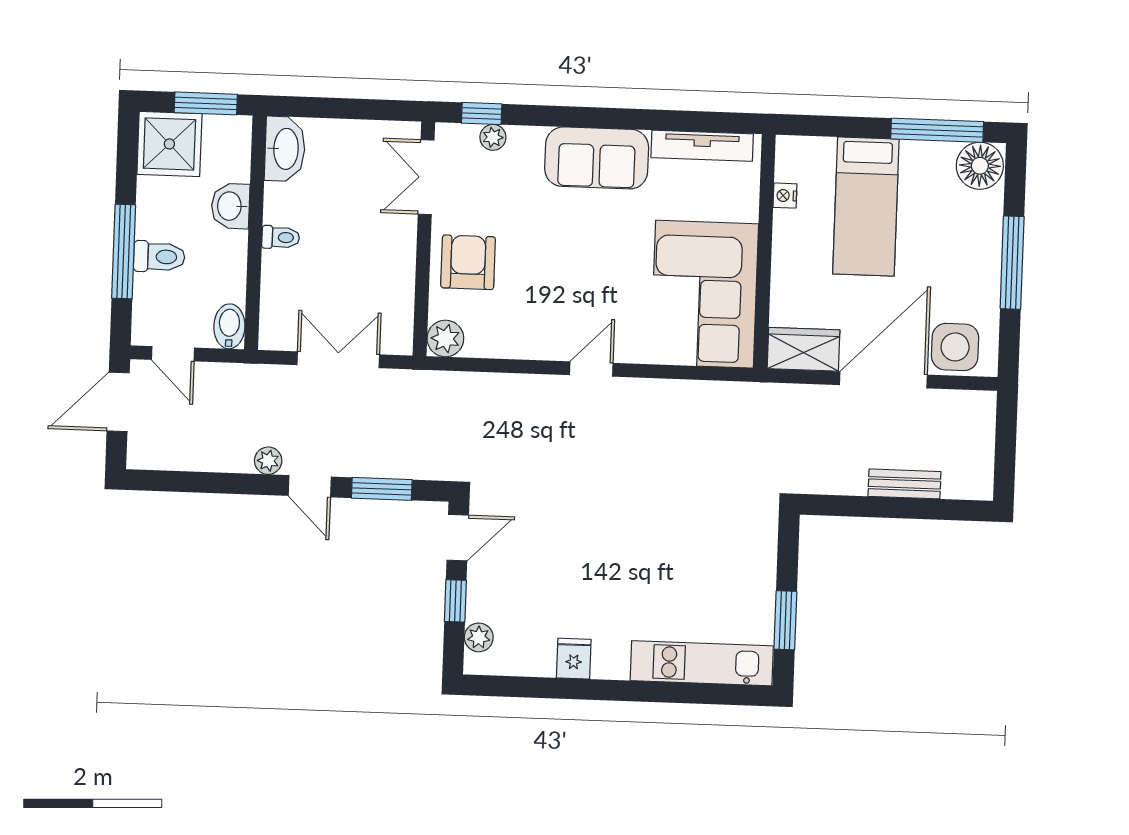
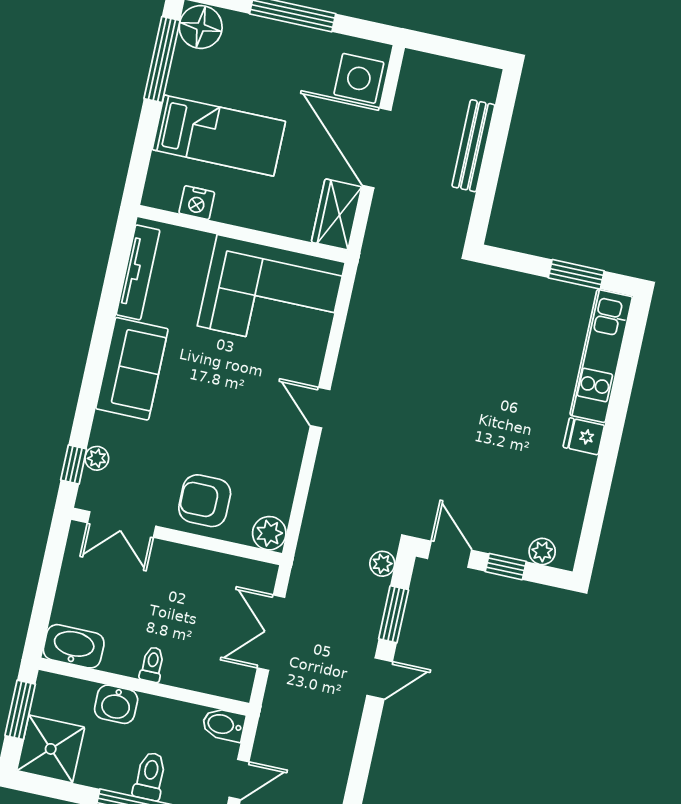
nightstand: (785, 196) -> (197, 203), width x1.39, depth x1.35
plant: (268, 461) -> (382, 564), moved
bench: (904, 484) -> (473, 146), width x1.36
fridge: (574, 659) -> (584, 436), moved

